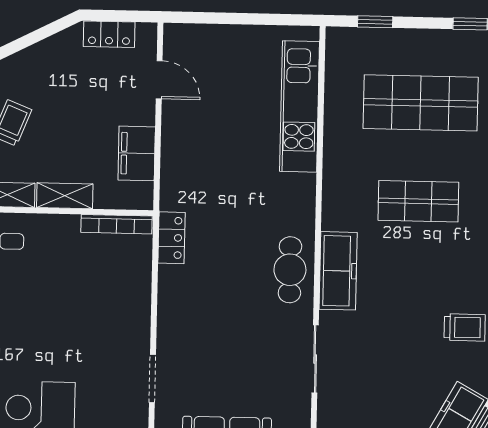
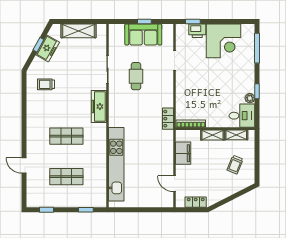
shop shelf: (421, 103) -> (66, 177), width x0.70, depth x0.74
kitchen unit: (300, 106) -> (116, 164), width x1.36
cafe table: (290, 270) -> (136, 76), moved

